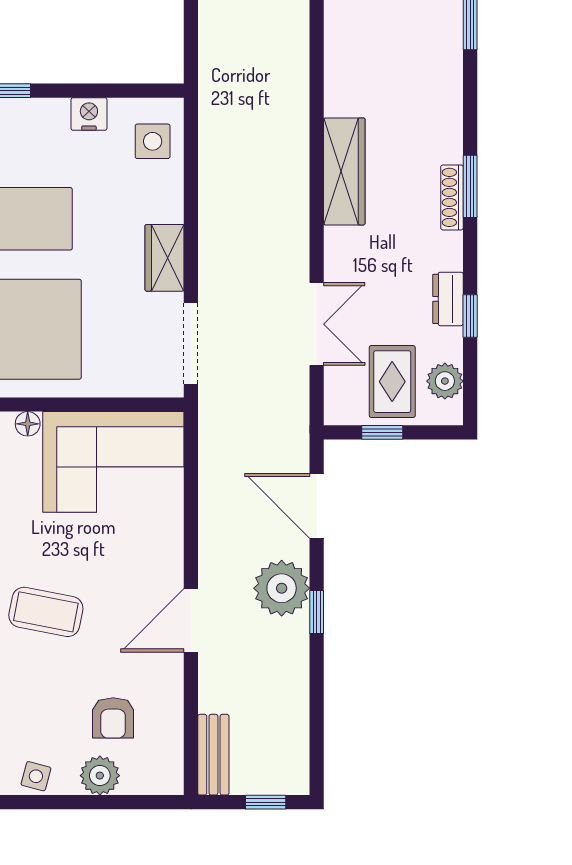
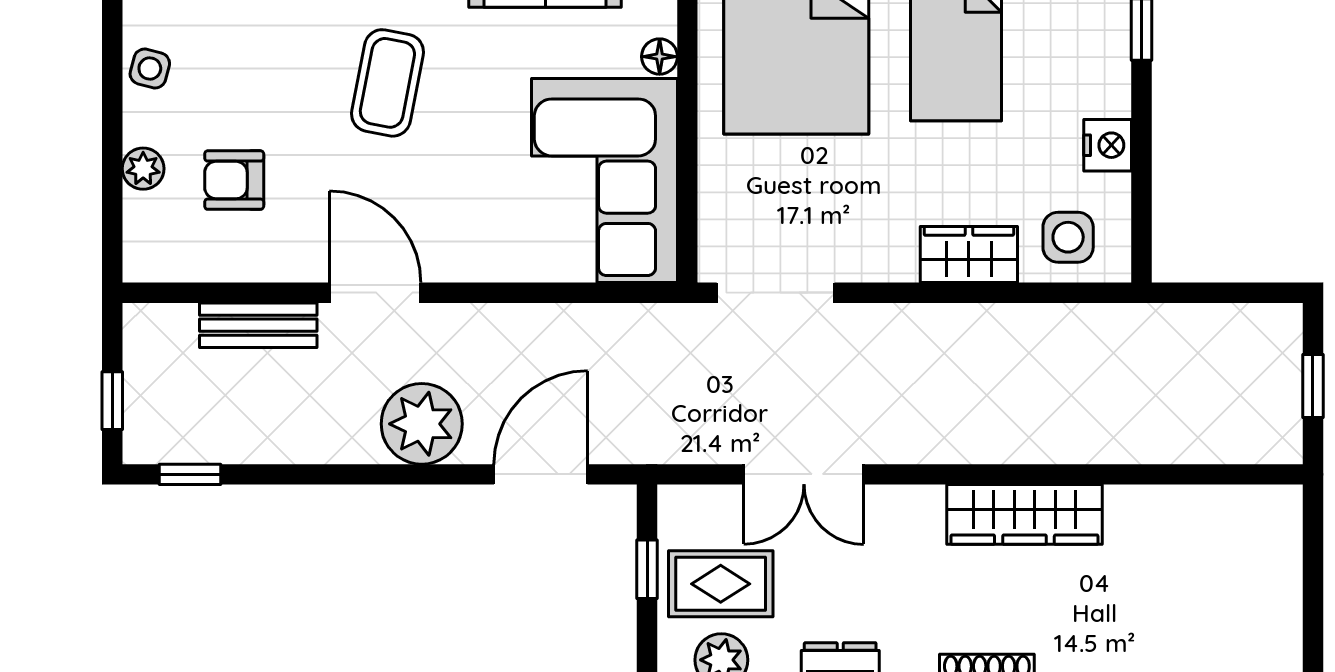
wardrobe: (165, 258) -> (969, 255), moved
window: (317, 612) -> (190, 474), moved
bench: (213, 755) -> (258, 325), moved
plant: (100, 776) -> (143, 169), width x0.73, depth x0.73

